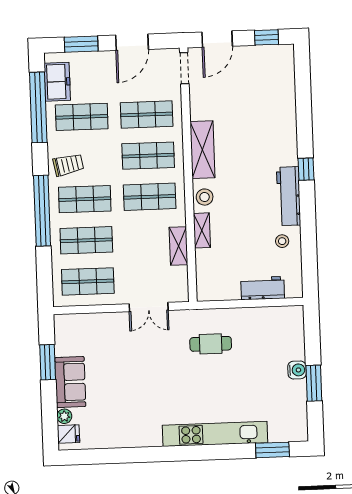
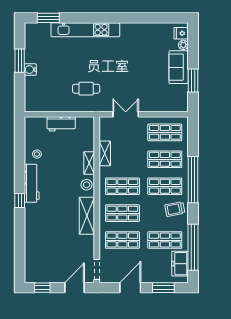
workbench: (263, 288) -> (61, 124), moved

